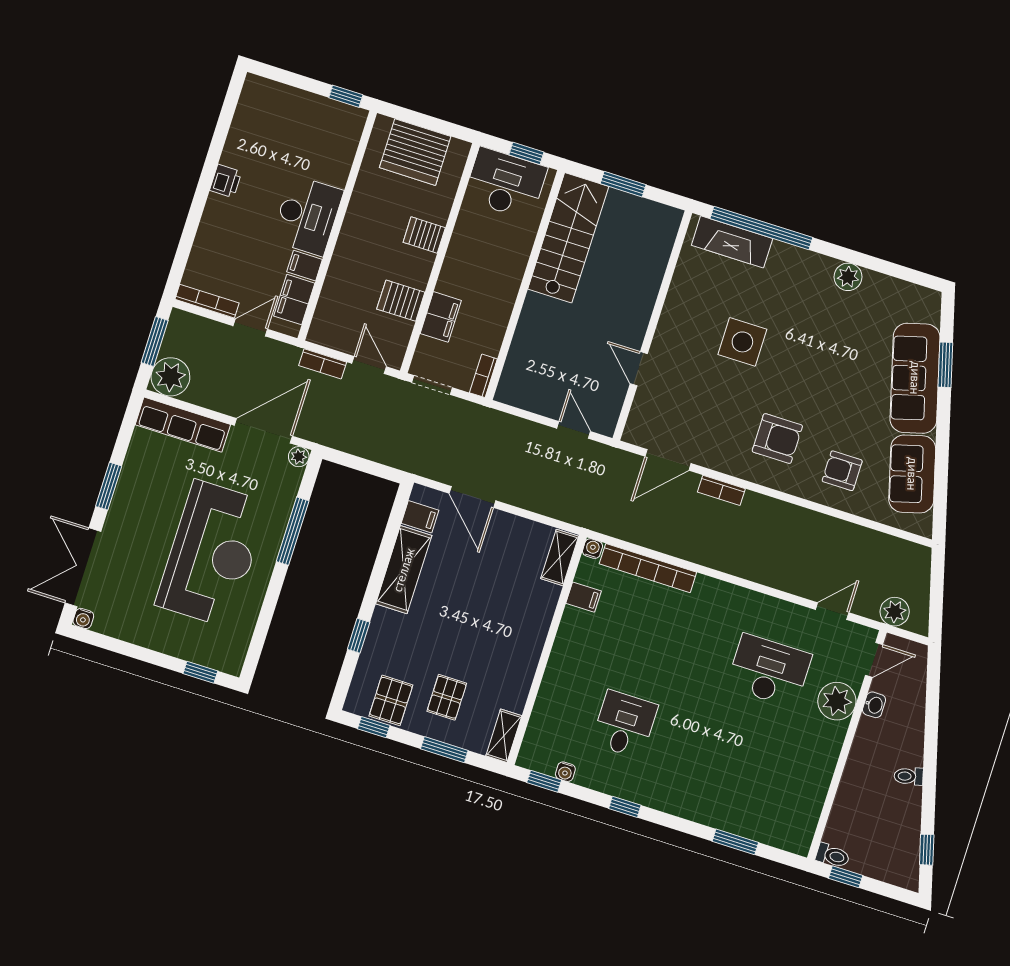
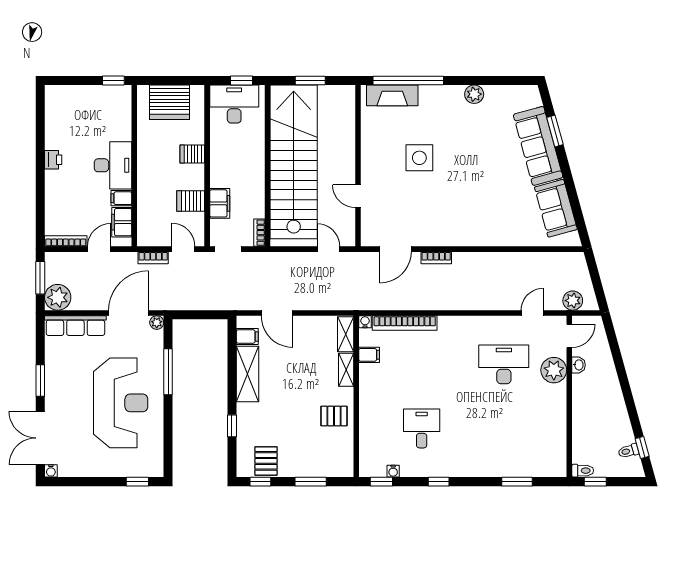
stairs: (568, 238) -> (294, 162), width x1.86, depth x1.51
armchair: (777, 439) -> (462, 213), removed
armchair: (842, 471) -> (510, 221), removed
pallet: (447, 697) -> (334, 416), moved, turned 90
shelving: (504, 736) -> (346, 370), moved
toilet: (909, 776) -> (628, 451), moved

